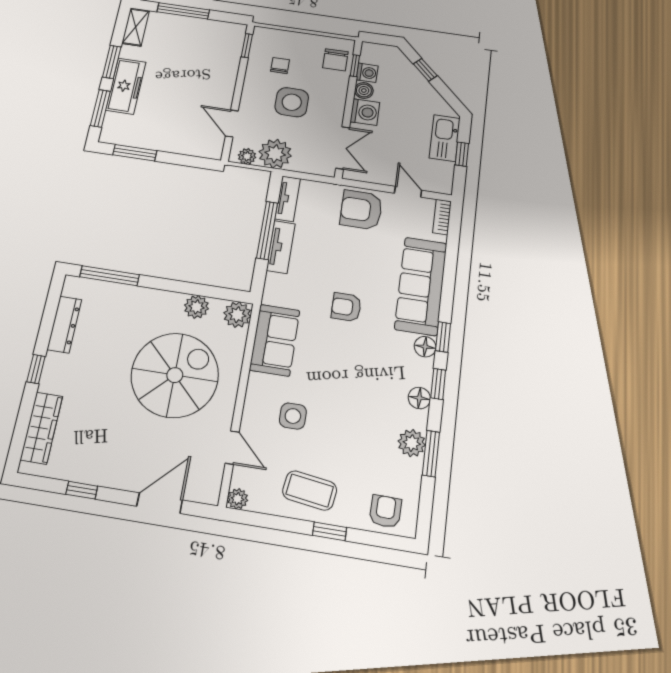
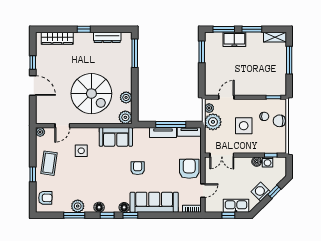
chair: (335, 60) -> (279, 121), moved
freezer: (126, 86) -> (234, 39), width x0.71
washing machine: (365, 112) -> (261, 192), moved, turned 135
door: (160, 503) -> (33, 86), moved

